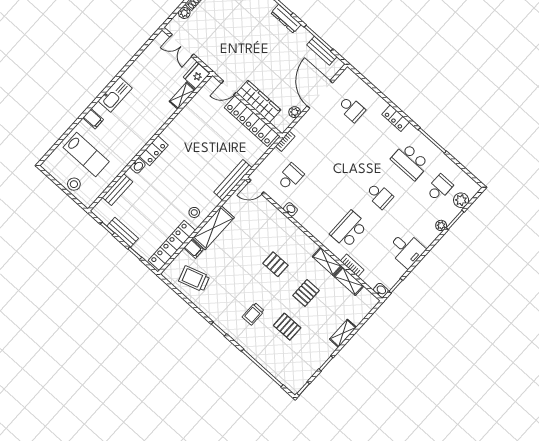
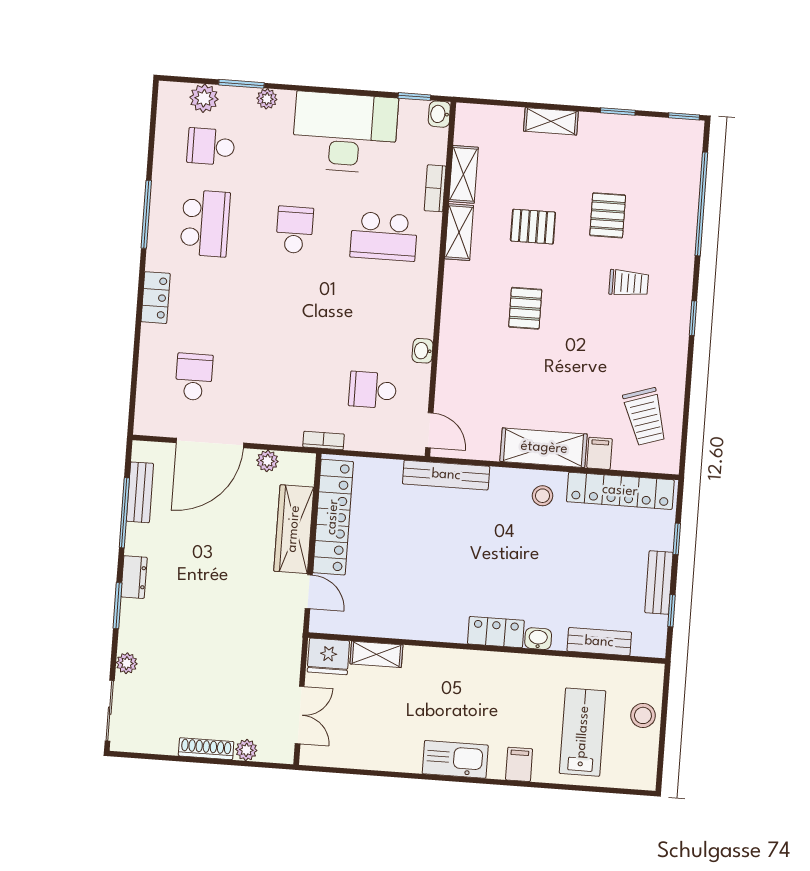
dresser: (286, 19) -> (134, 577), width x0.70
desk: (406, 249) -> (345, 132), width x1.87, depth x1.30

